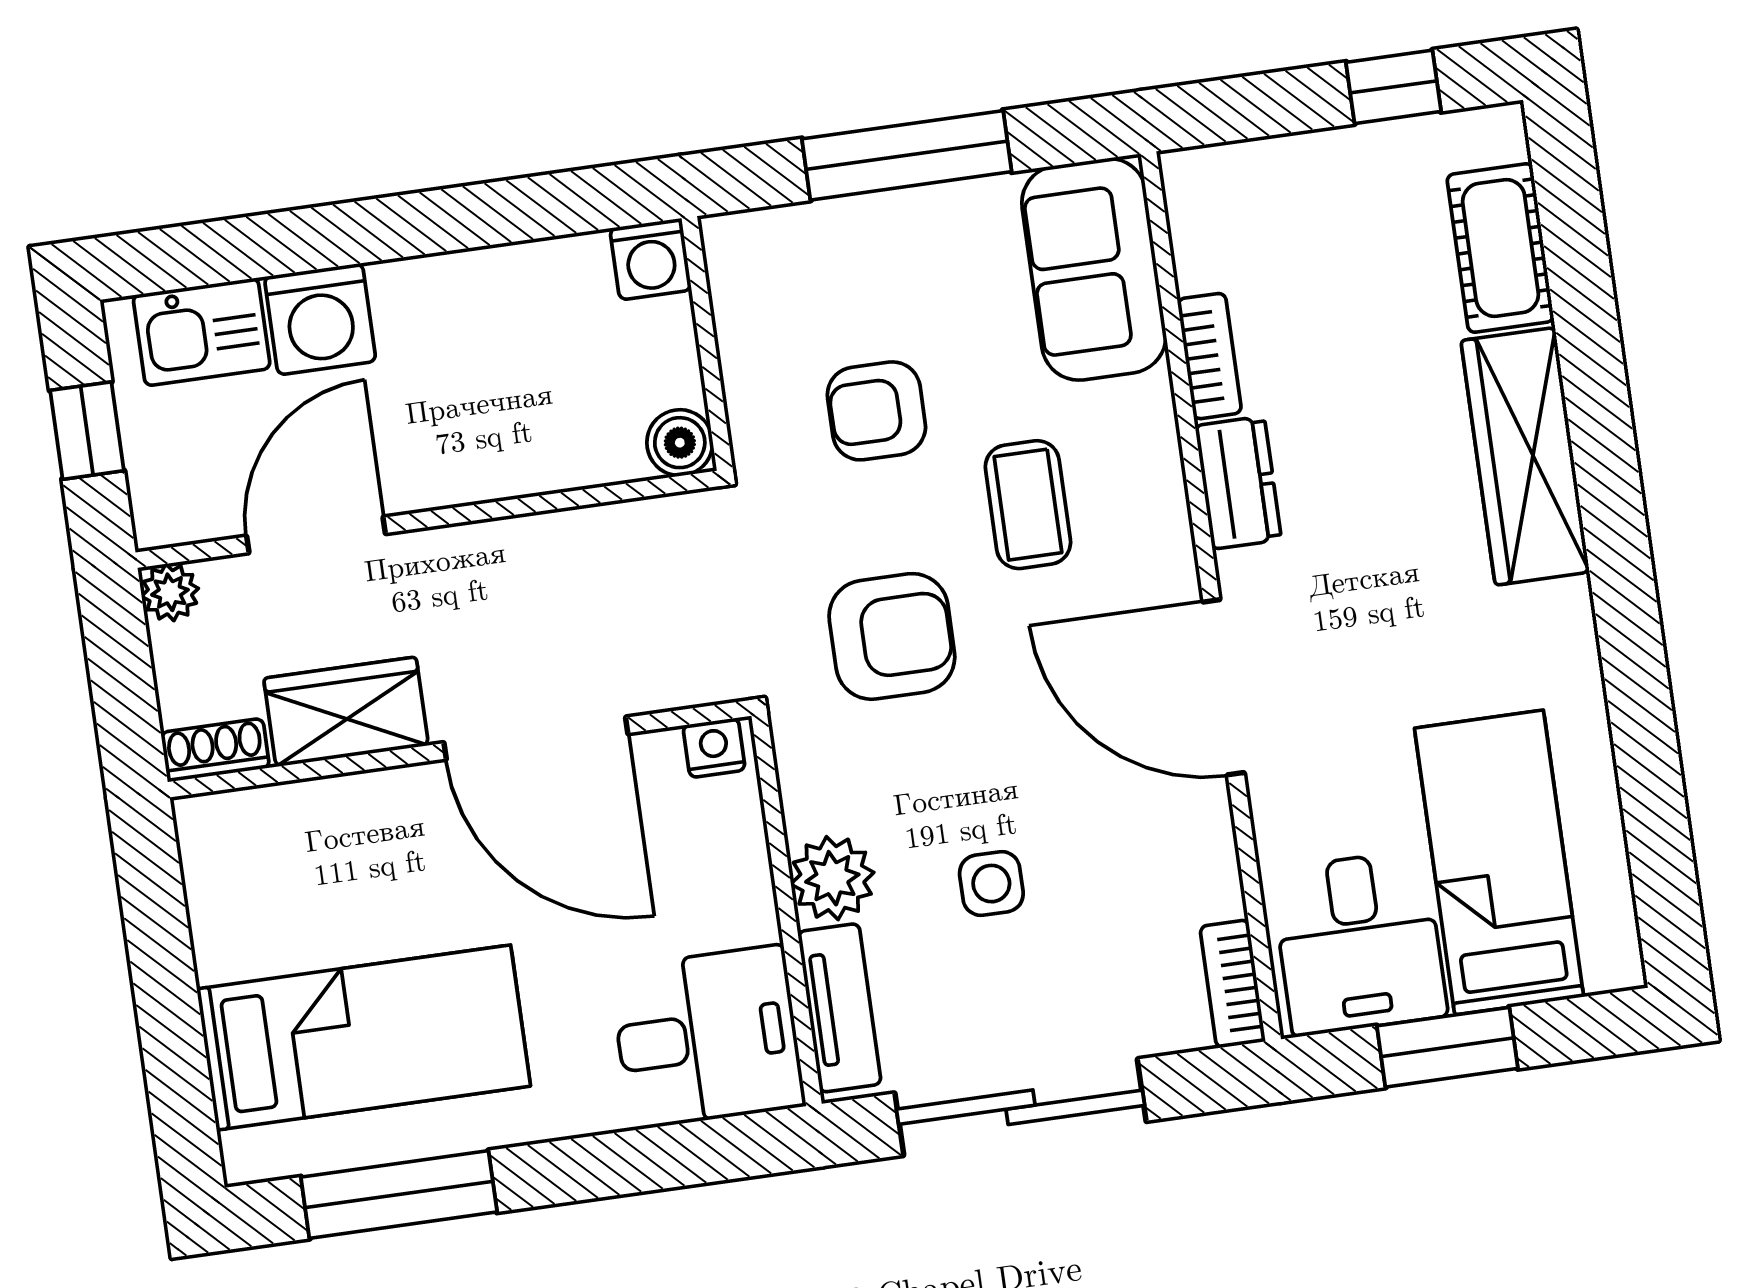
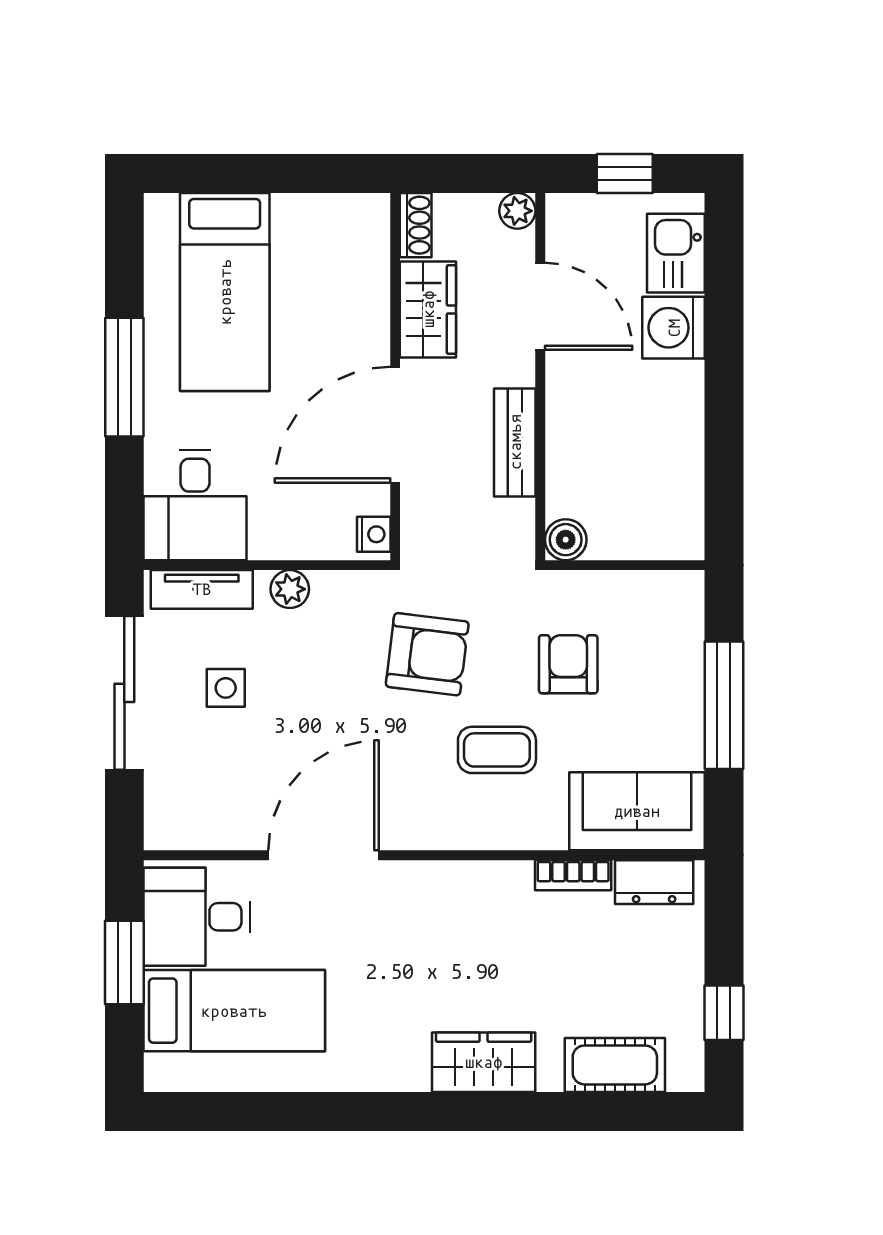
washing machine: (651, 259) -> (682, 538), removed
wardrobe: (1525, 456) -> (484, 1062), width x0.67
dresser: (1238, 483) -> (654, 882), moved
bench: (537, 545) -> (515, 442), added
armchair: (892, 636) -> (427, 654), turned -83
door: (1224, 687) -> (324, 855), moved
plant: (832, 878) -> (290, 589), width x0.73, depth x0.73
side table: (991, 884) -> (226, 688), moved
bookcase: (1233, 984) -> (182, 835), removed
window: (399, 1195) -> (124, 377), moved

